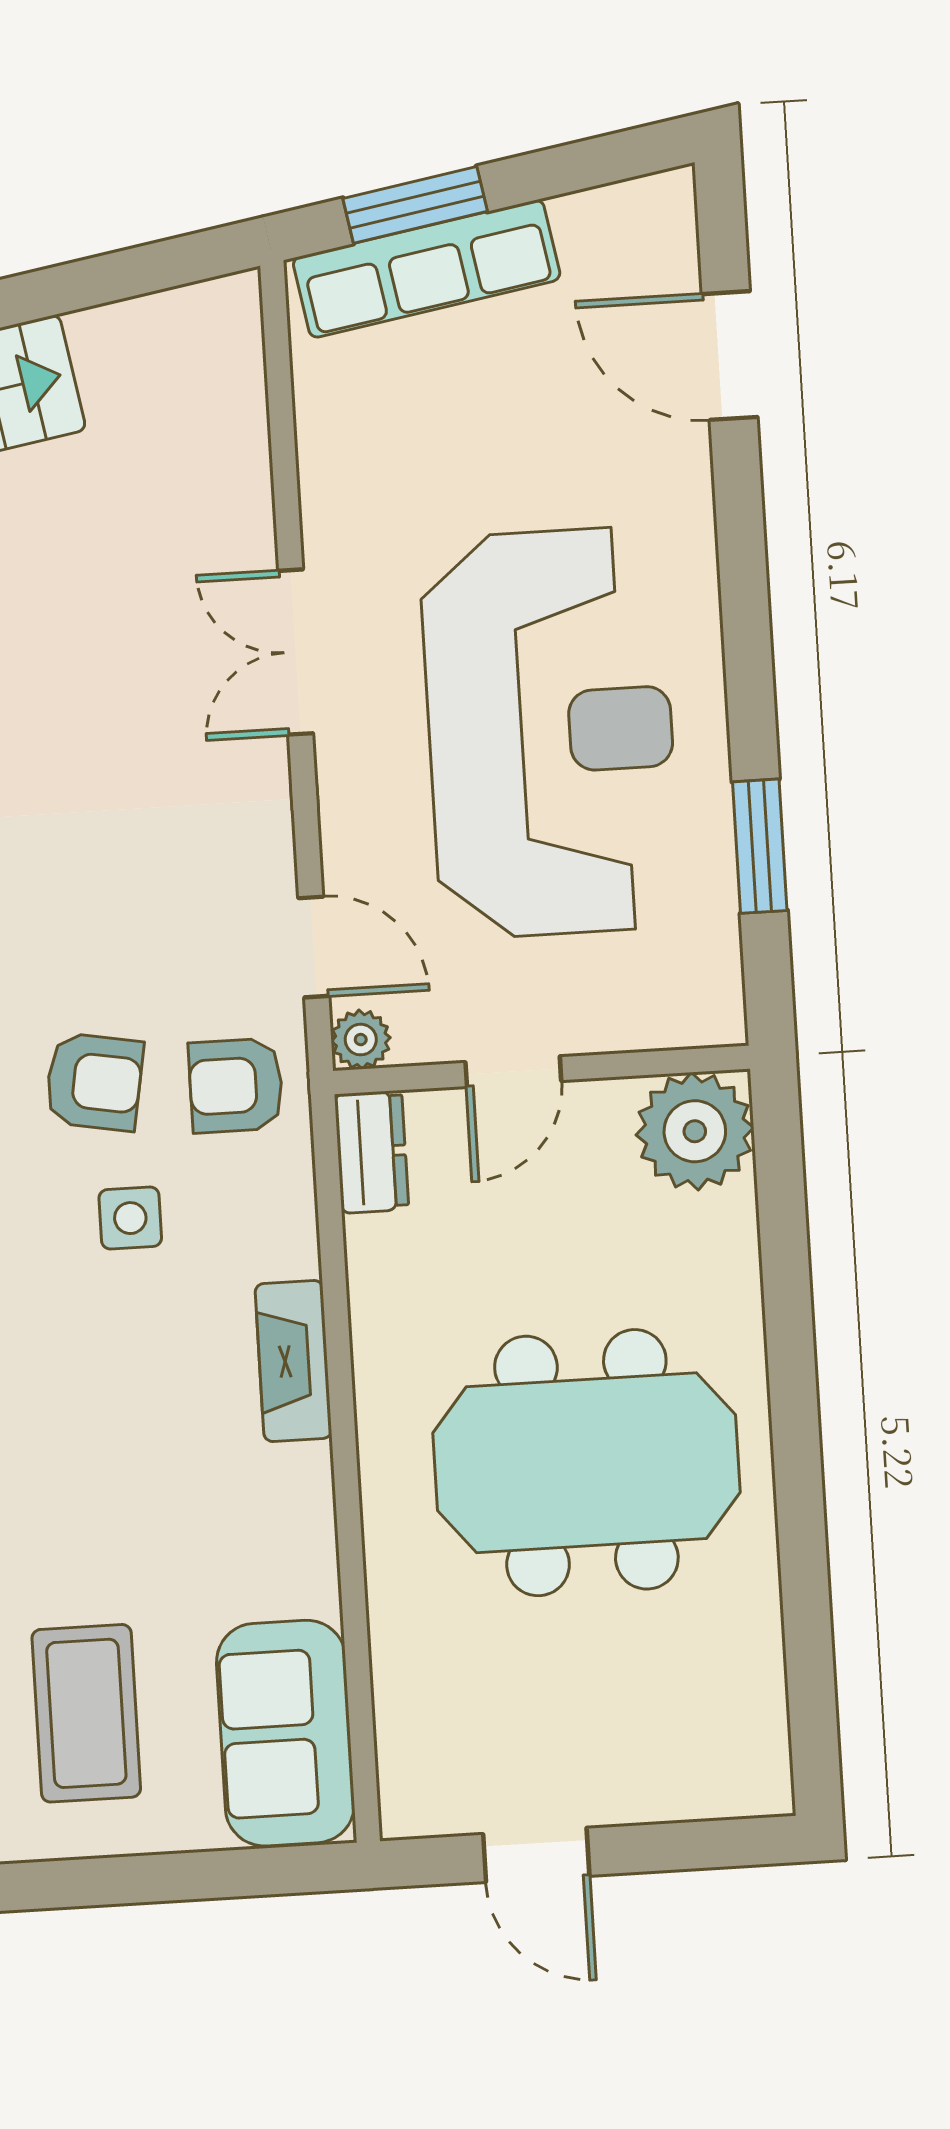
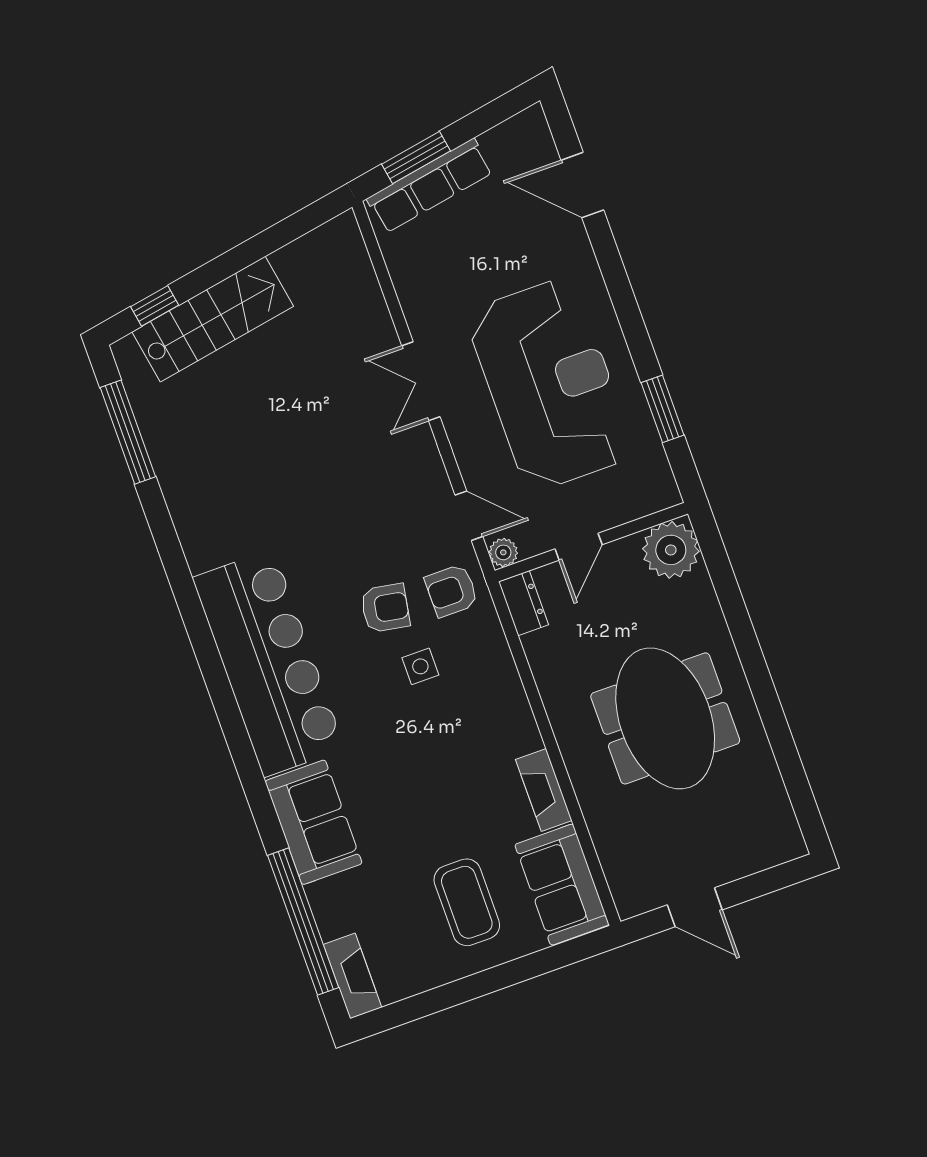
fireplace: (293, 1361) -> (544, 790), moved
meeting table: (586, 1463) -> (665, 718), turned 90

